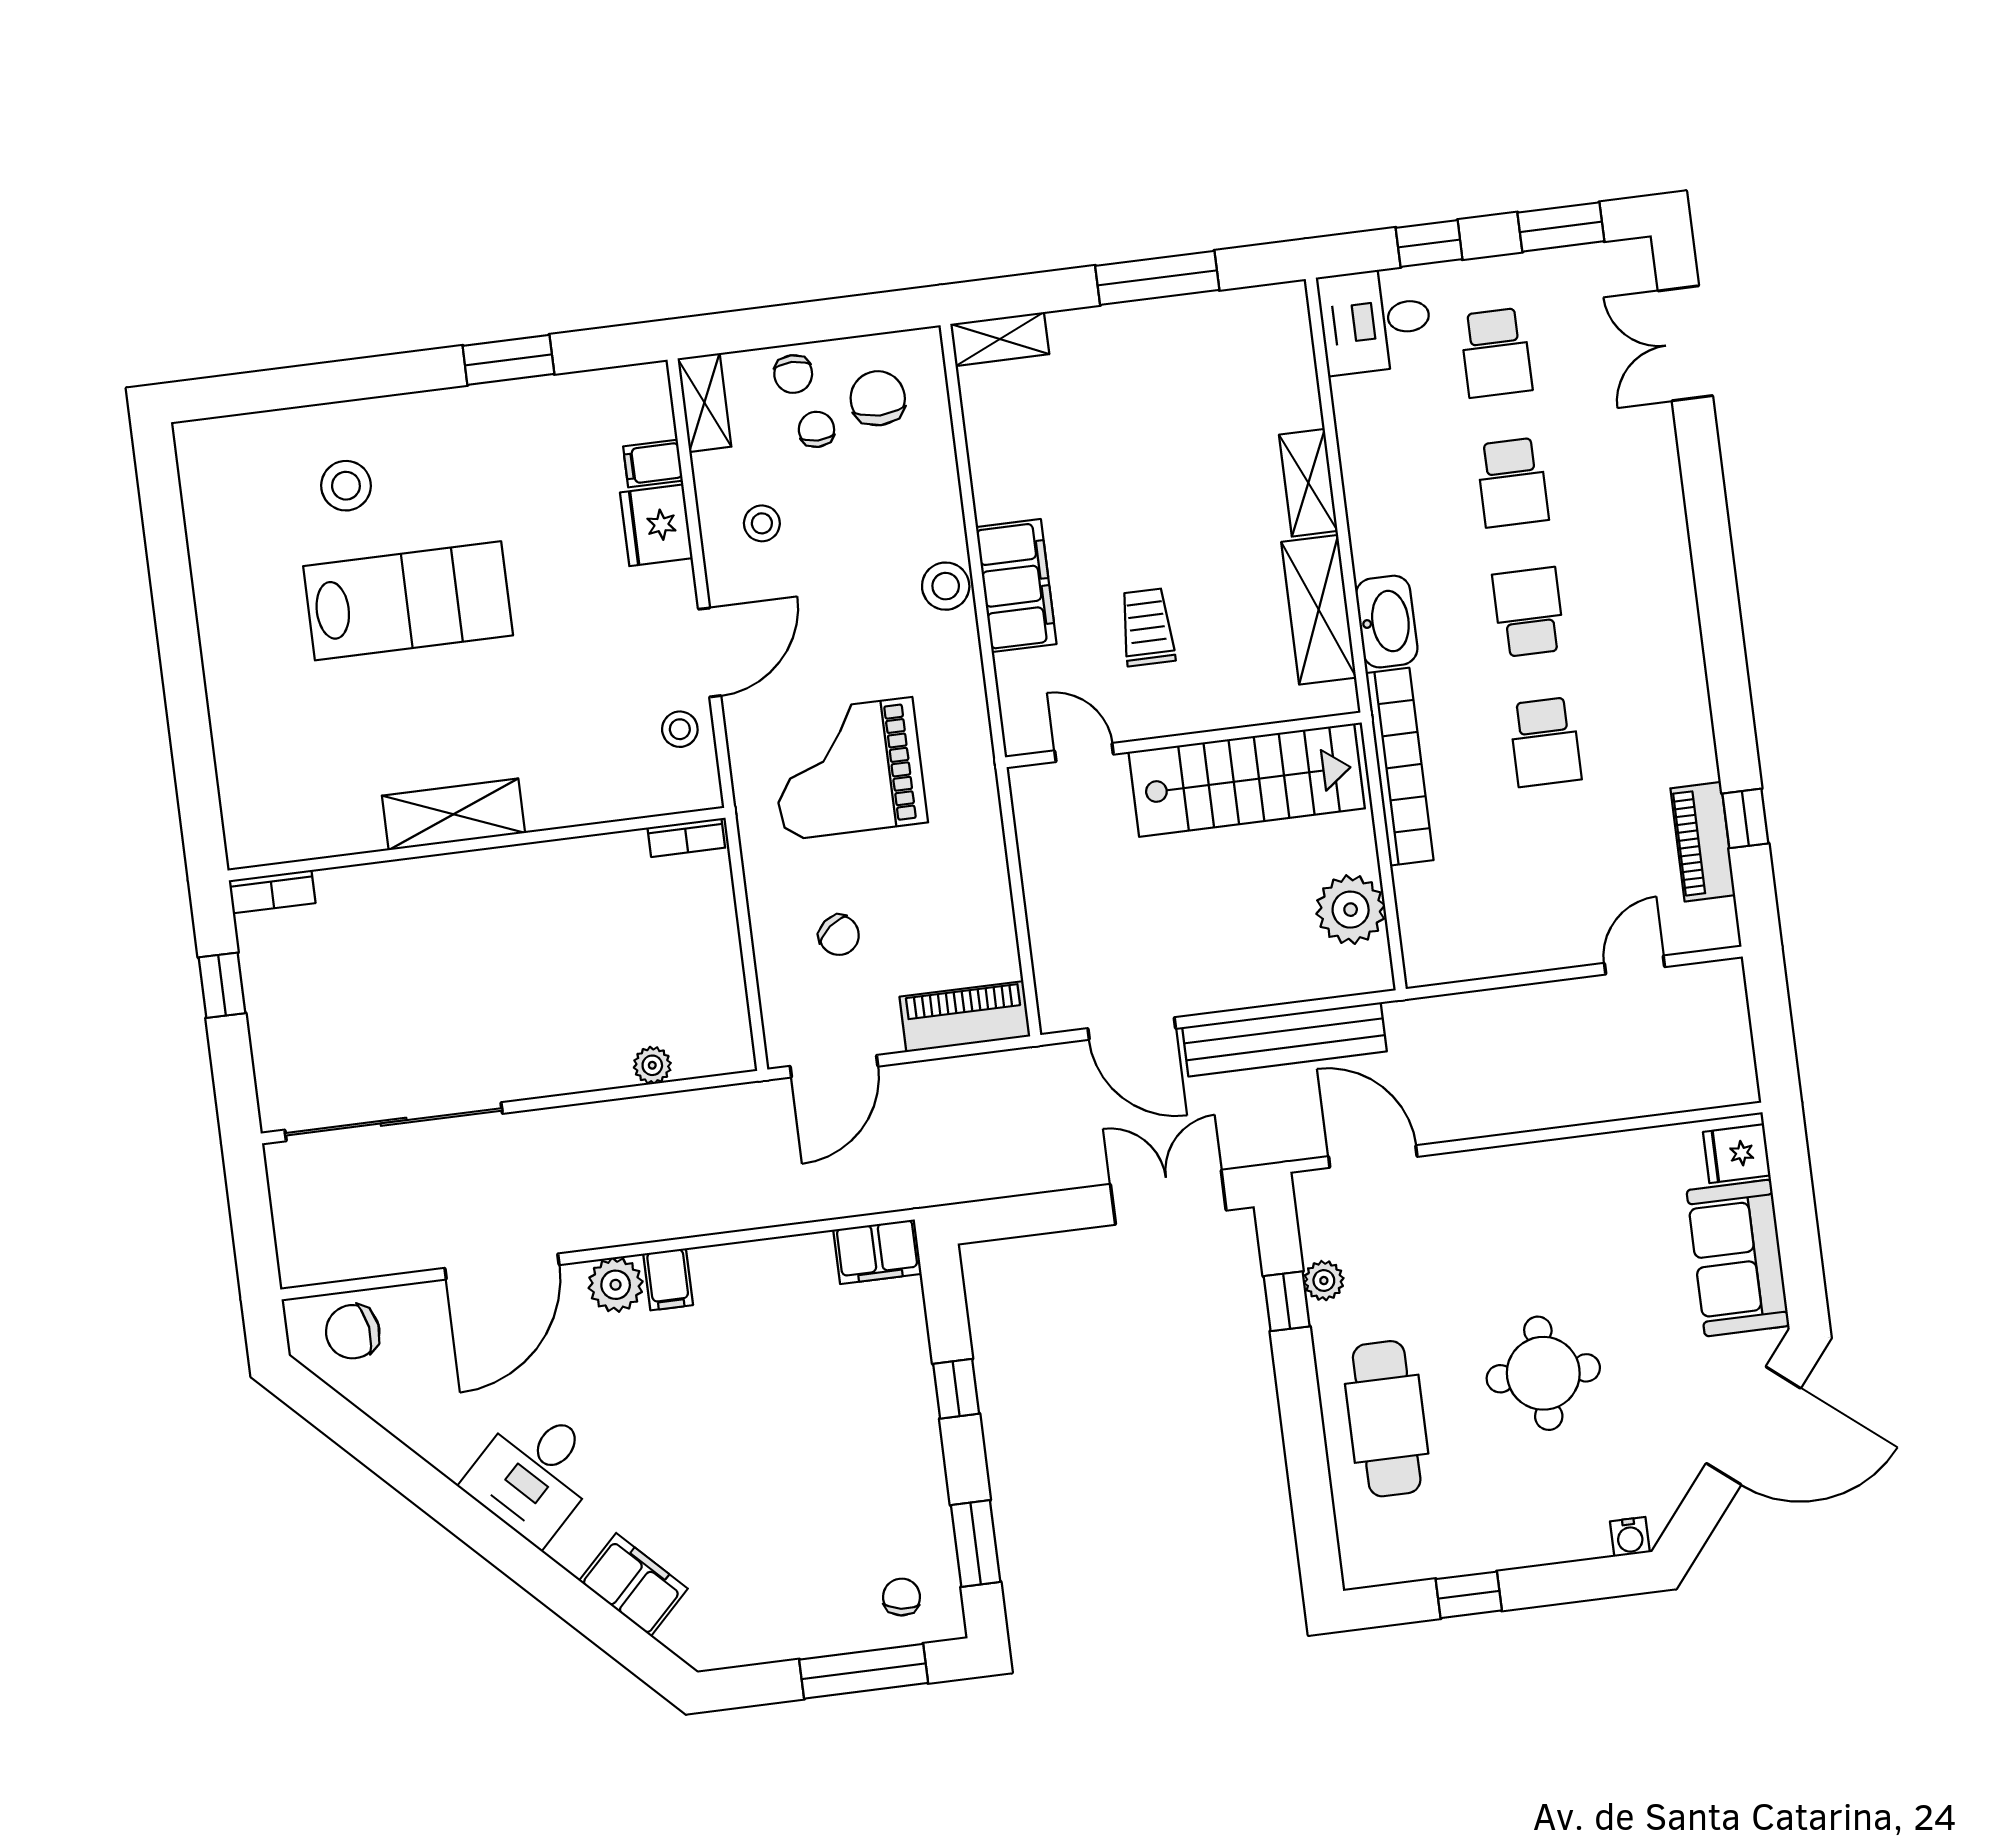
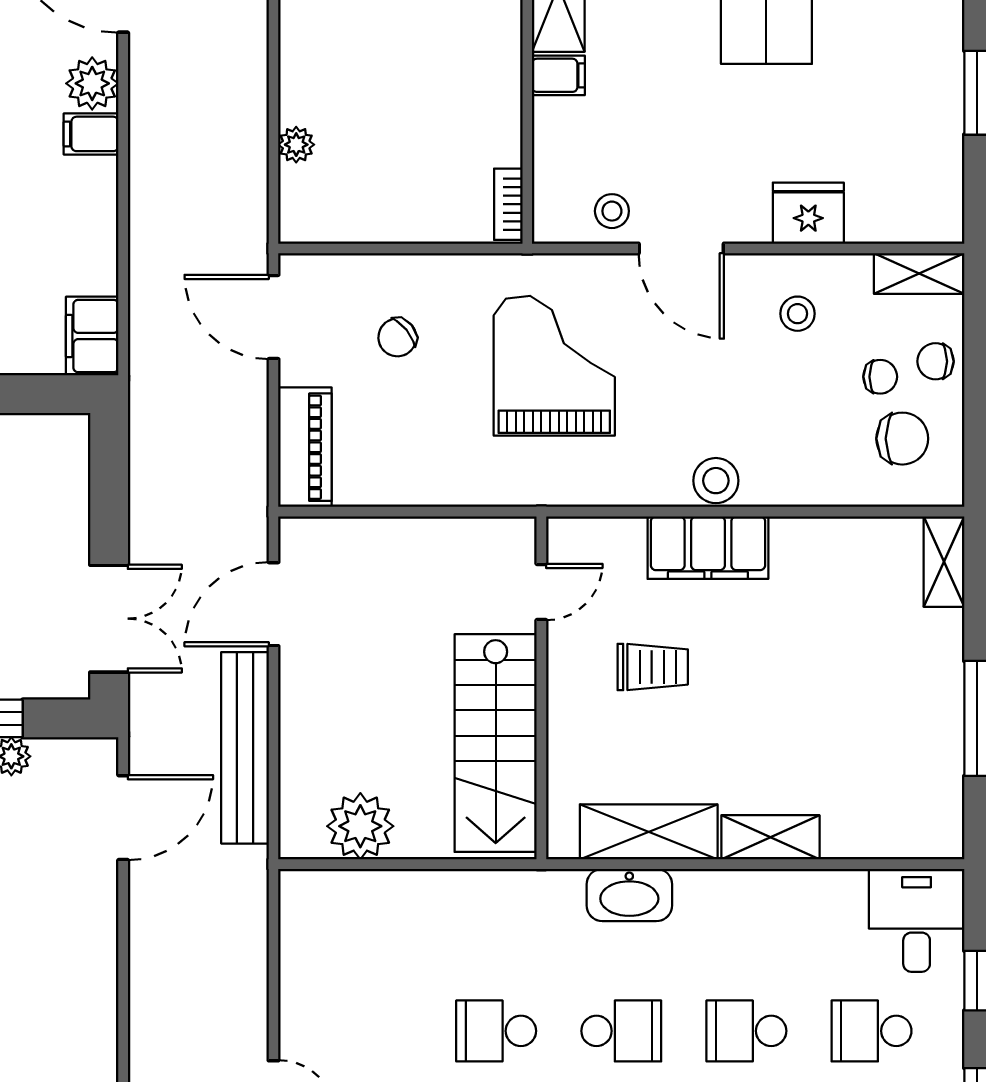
filing cabinet: (653, 463) -> (558, 75), moved, turned 90
bookcase: (1400, 767) -> (490, 890), removed

